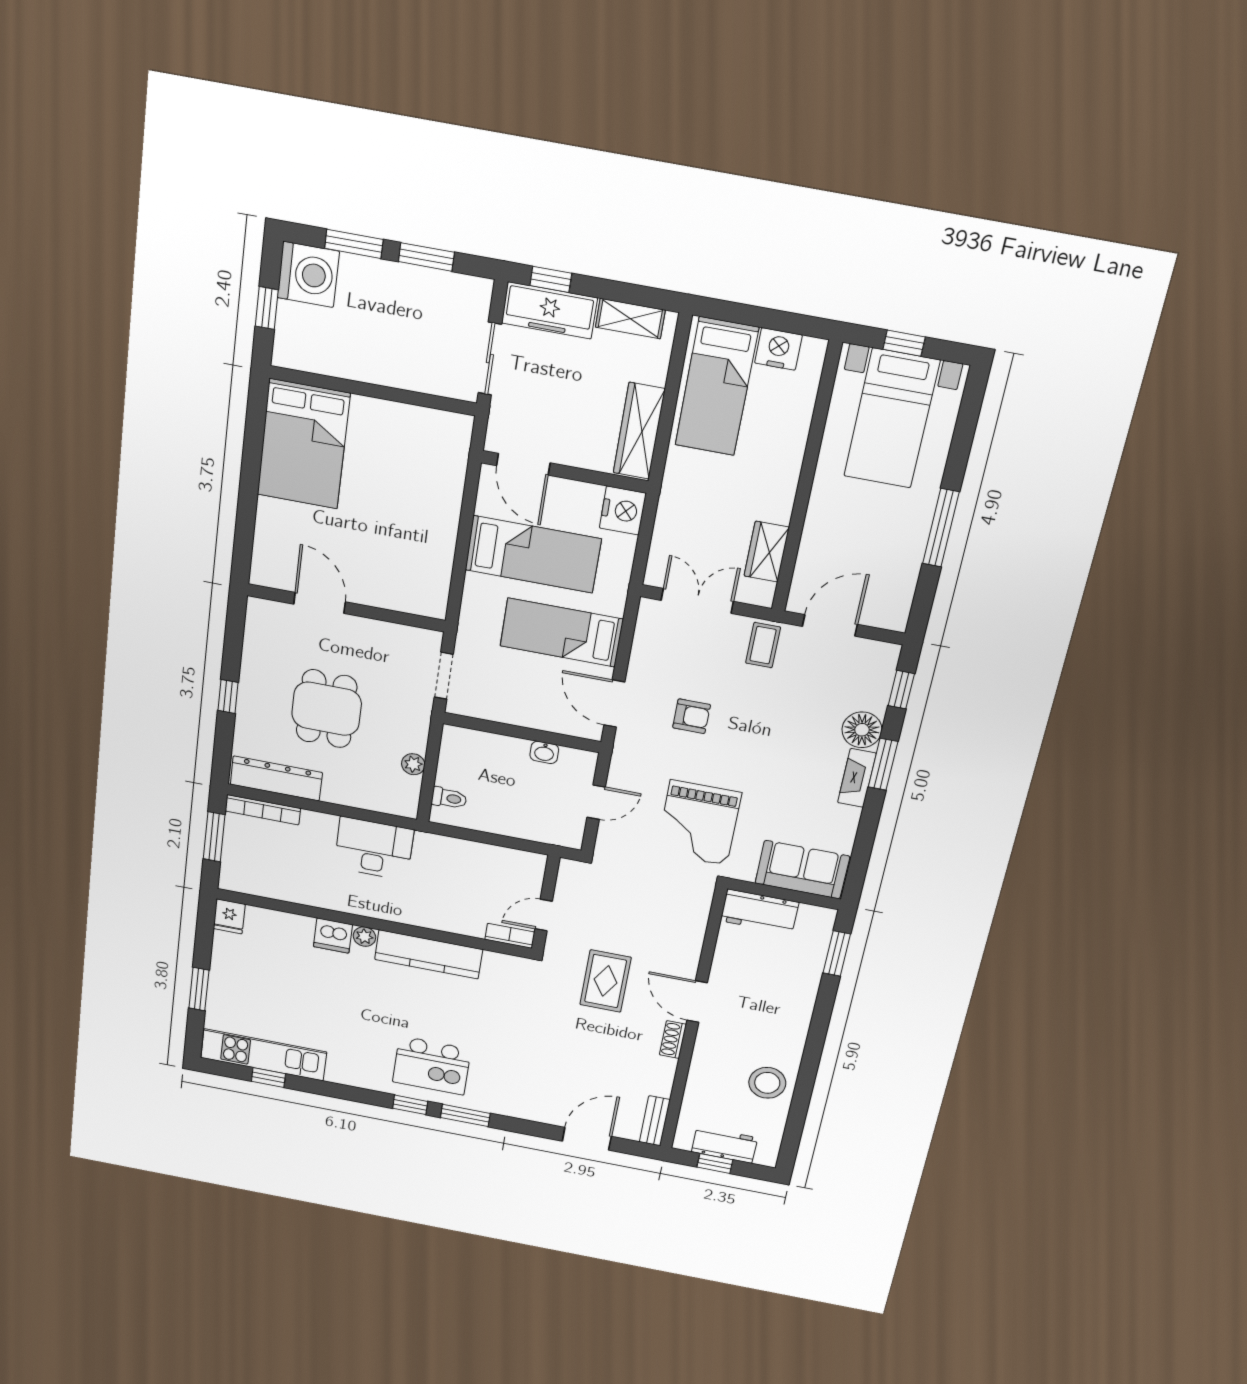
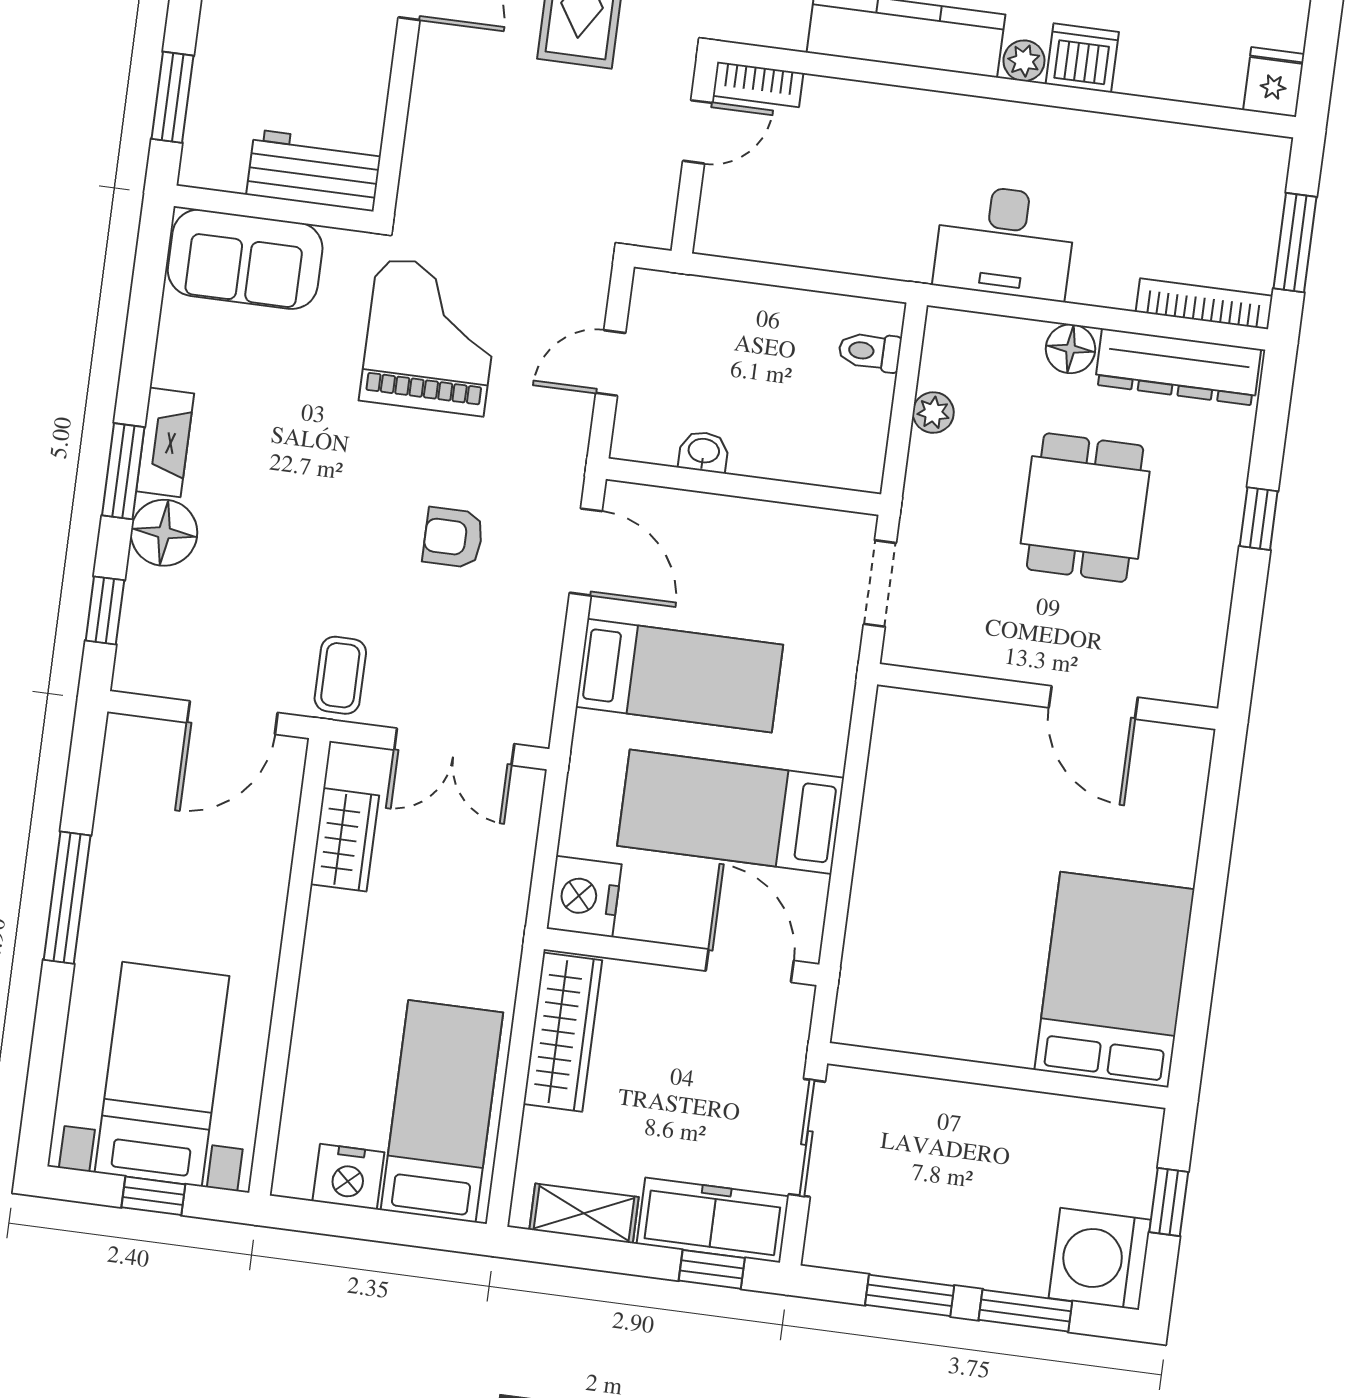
floor lamp: (336, 792) -> (1071, 349), added

